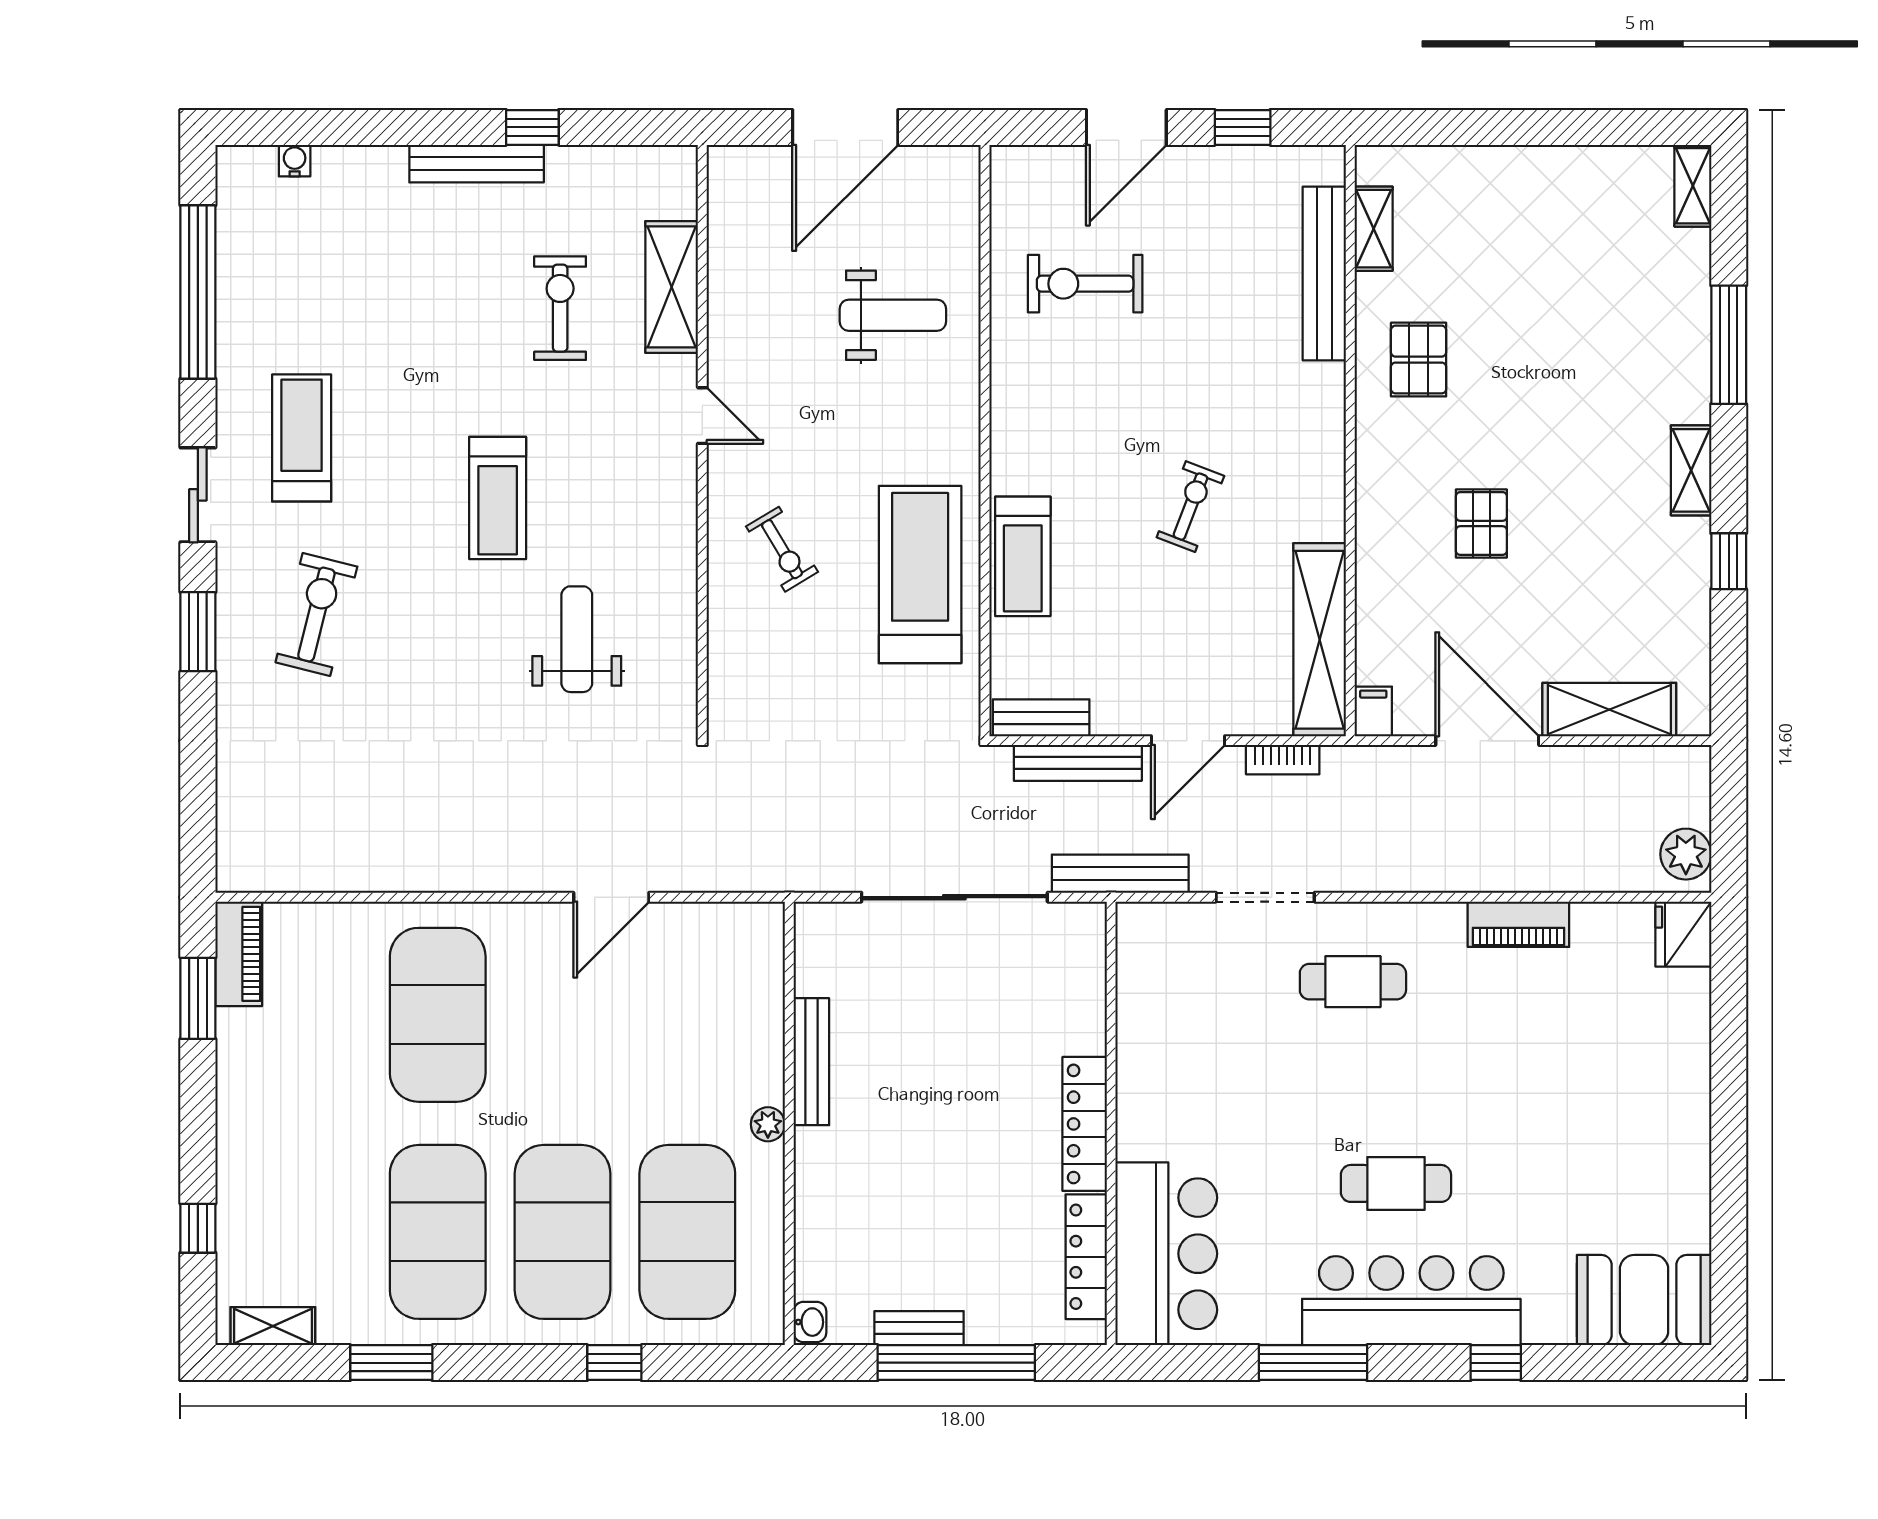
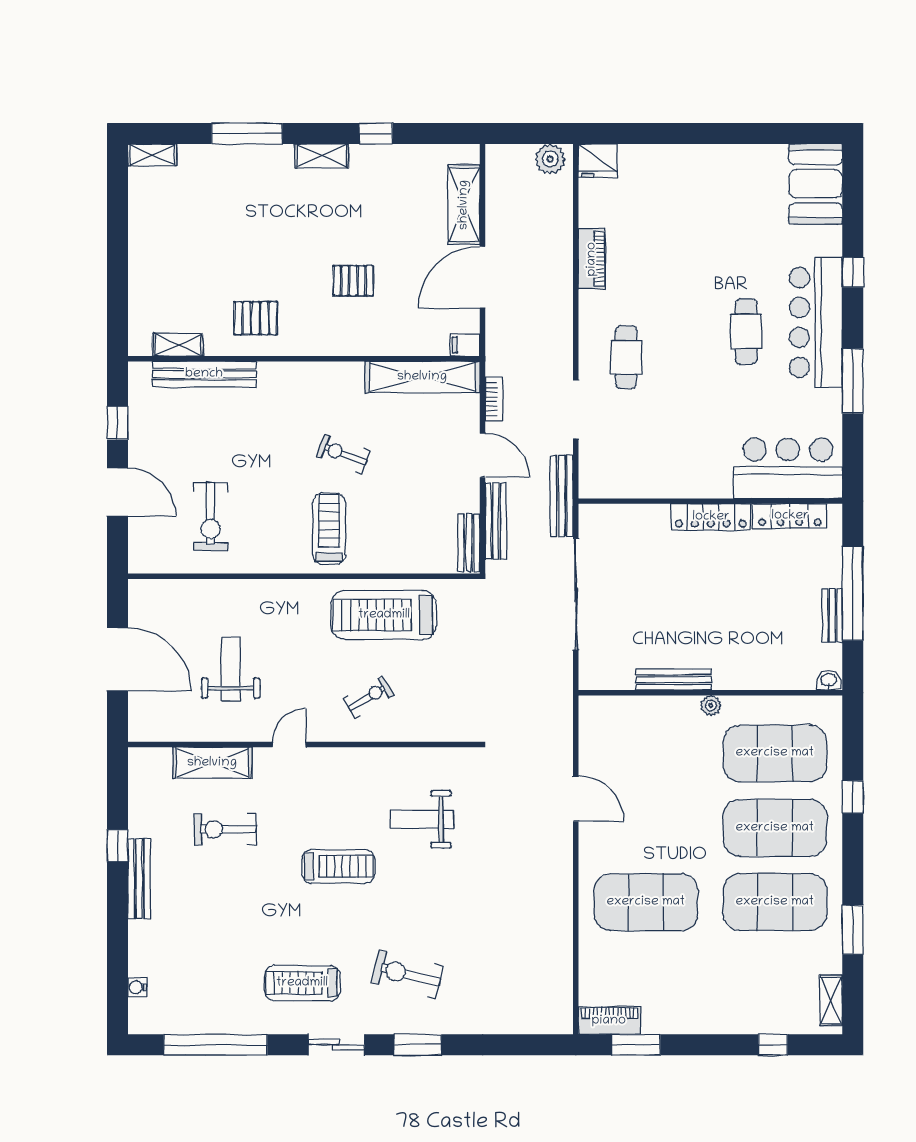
weight bench: (893, 315) -> (231, 669), moved
treadmill: (1023, 556) -> (329, 529), moved, turned -90

